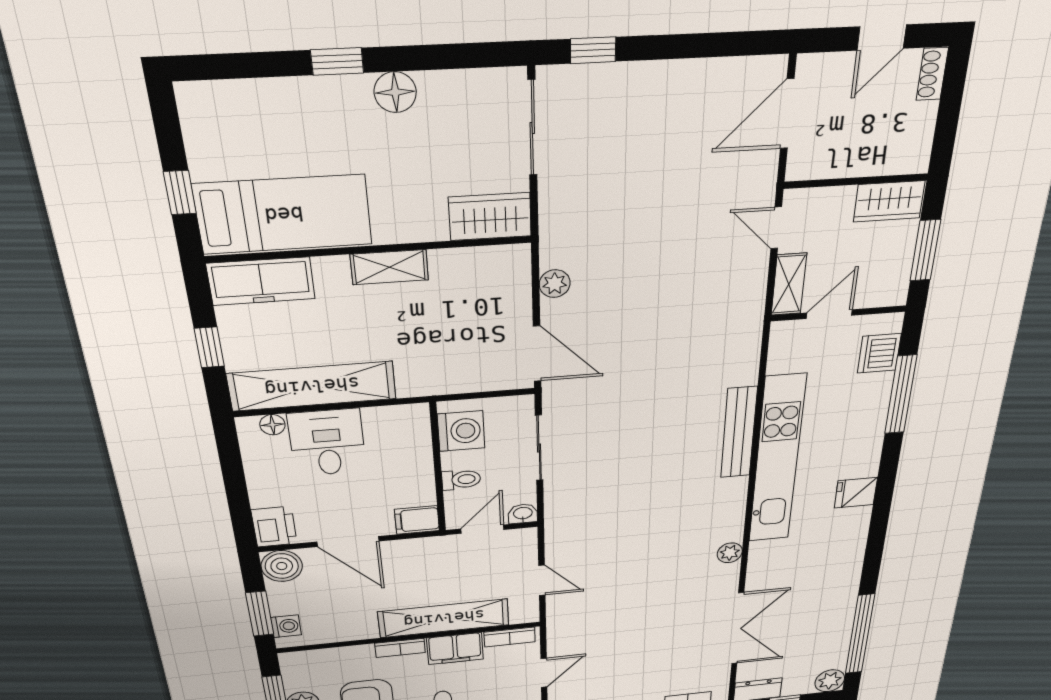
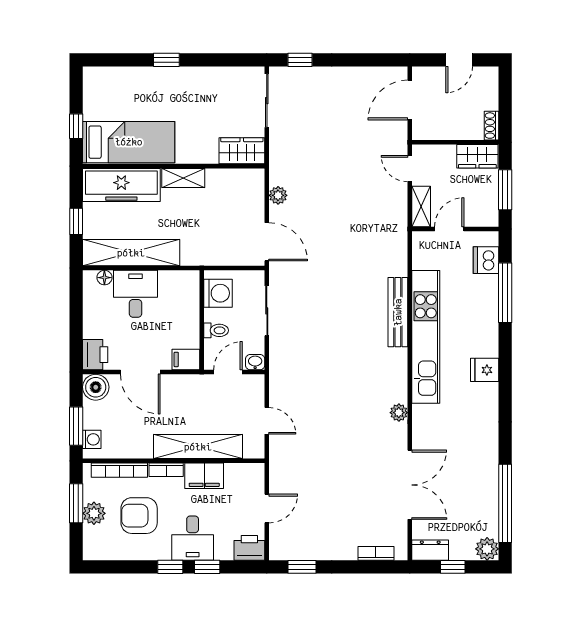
shoe rack: (932, 74) -> (492, 126), moved
floor lamp: (395, 92) -> (195, 77), removed
freezer: (261, 281) -> (121, 185), width x1.36, depth x1.26
bookcase: (510, 637) -> (119, 470), moved, width x1.56

